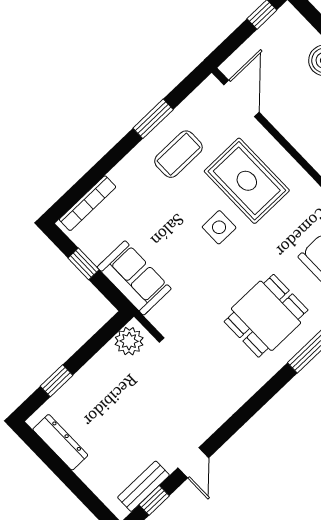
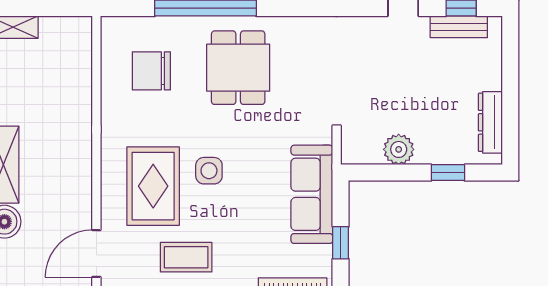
sofa: (134, 278) -> (312, 194), width x1.36
dining table: (266, 316) -> (238, 68), turned 90
plant: (129, 341) -> (399, 149), moved

